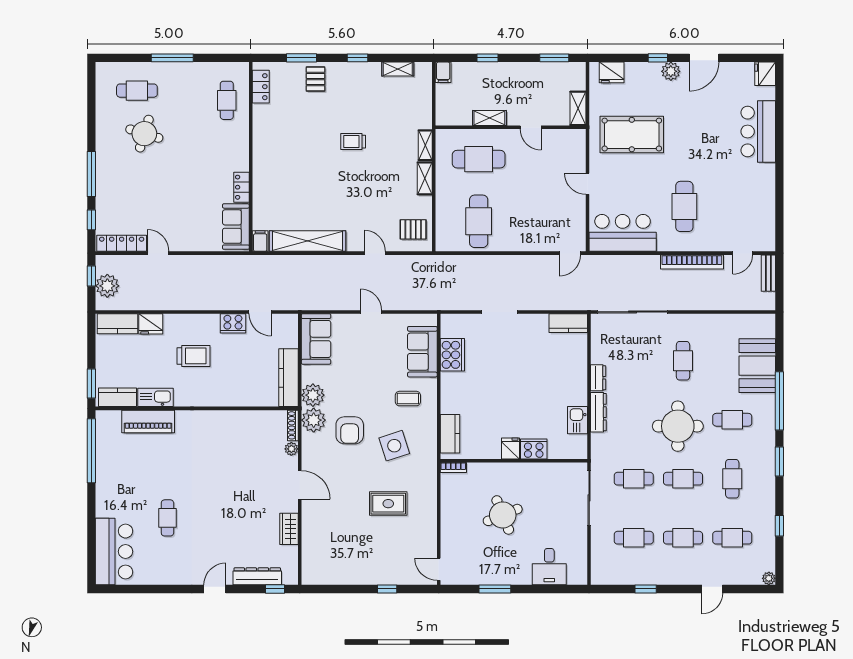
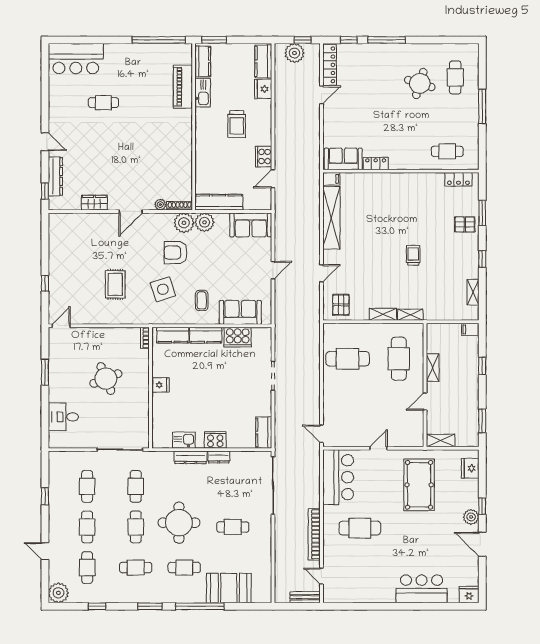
kitchen counter: (450, 394) -> (206, 335), added
cafe table: (732, 420) -> (184, 568), turned 90
cooker: (534, 449) -> (215, 440), moved, turned -90
plant: (769, 578) -> (58, 593), width x1.87, depth x1.87

